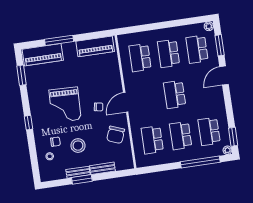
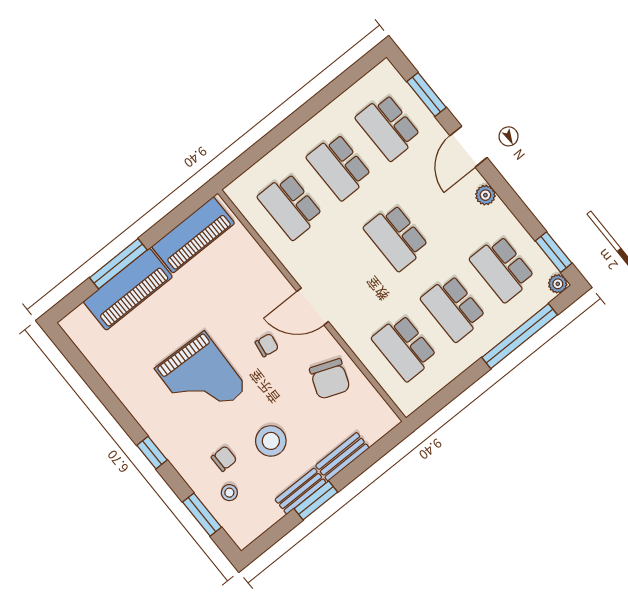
plant: (209, 26) -> (485, 195), moved
piano: (43, 55) -> (128, 289), moved
window: (21, 75) -> (202, 515), moved
door: (126, 102) -> (313, 306), hinge flipped

